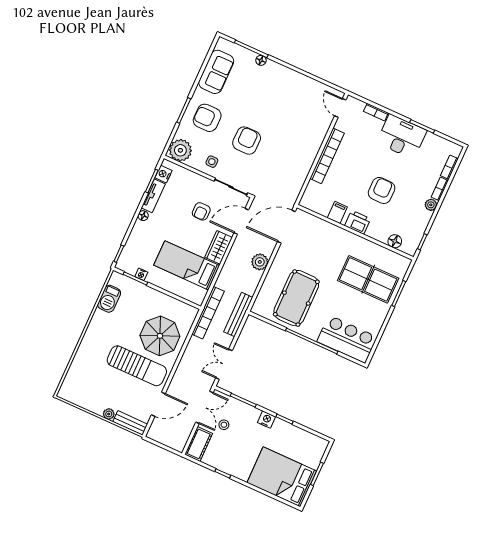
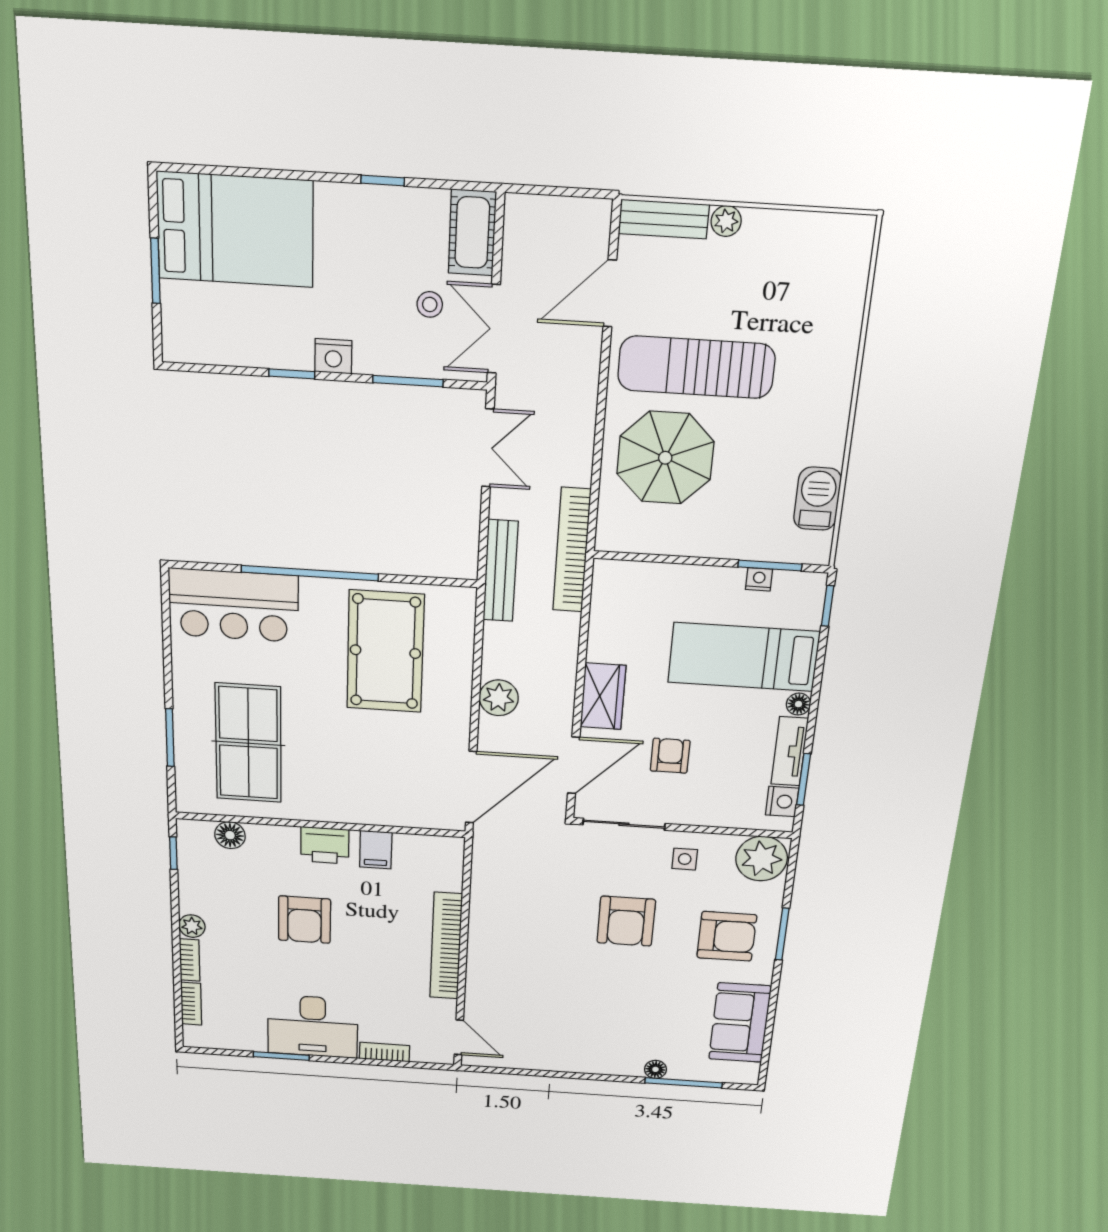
bed: (187, 265) -> (744, 657), moved, turned 180
table tennis table: (368, 279) -> (248, 743), turned 90

